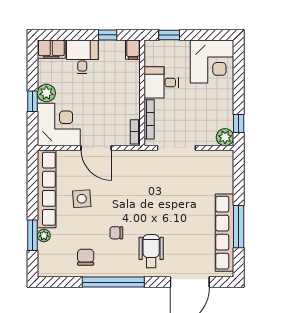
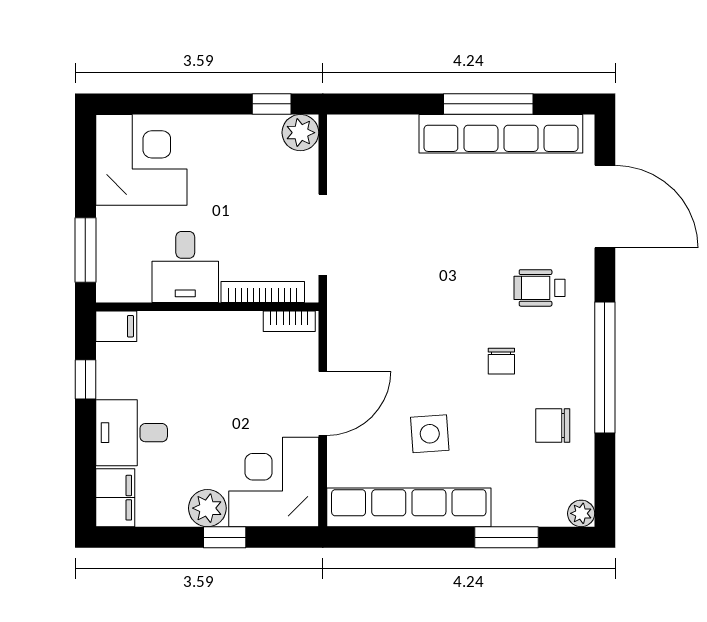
window: (169, 35) -> (85, 250), width x1.50
plant: (44, 235) -> (581, 513), moved
wheelchair: (151, 251) -> (540, 288), width x0.73, depth x0.73

